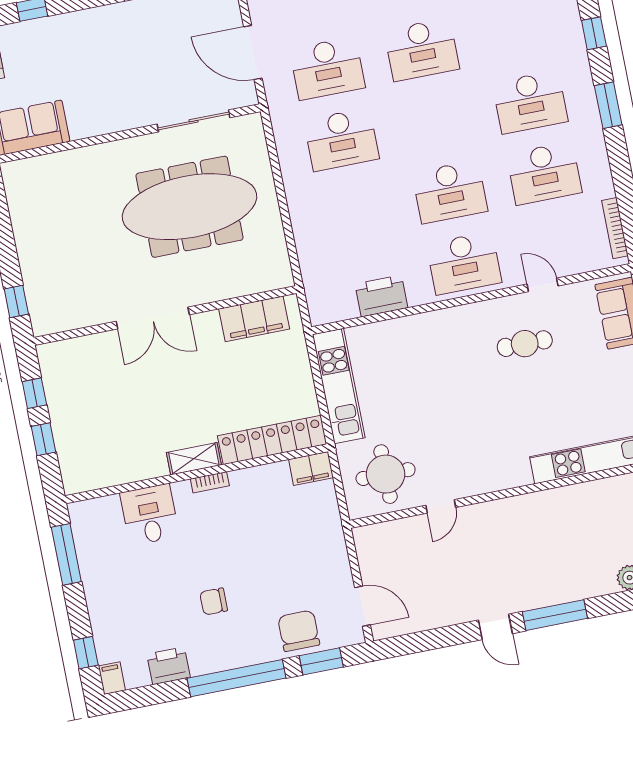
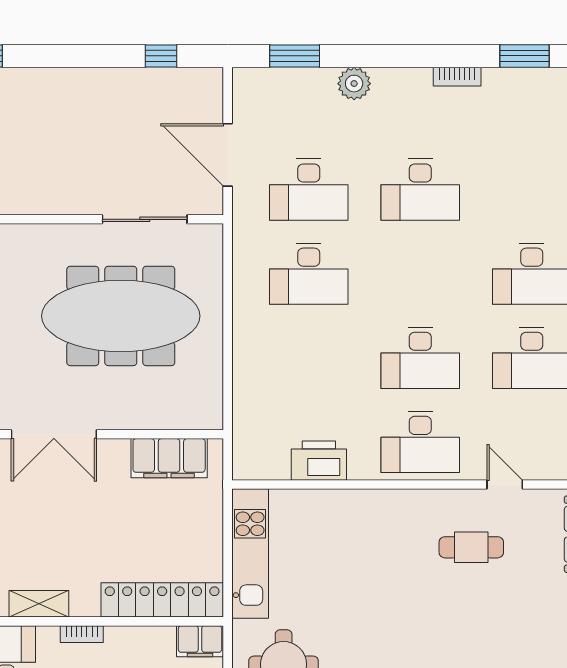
shelving: (194, 459) -> (39, 604), moved

